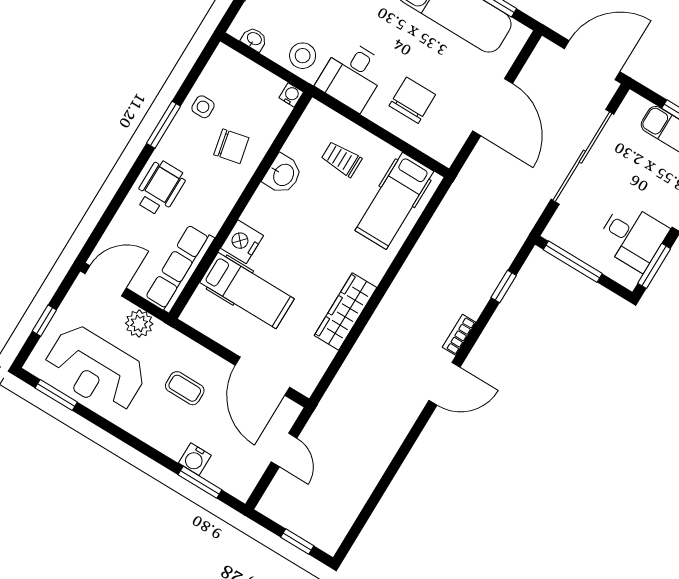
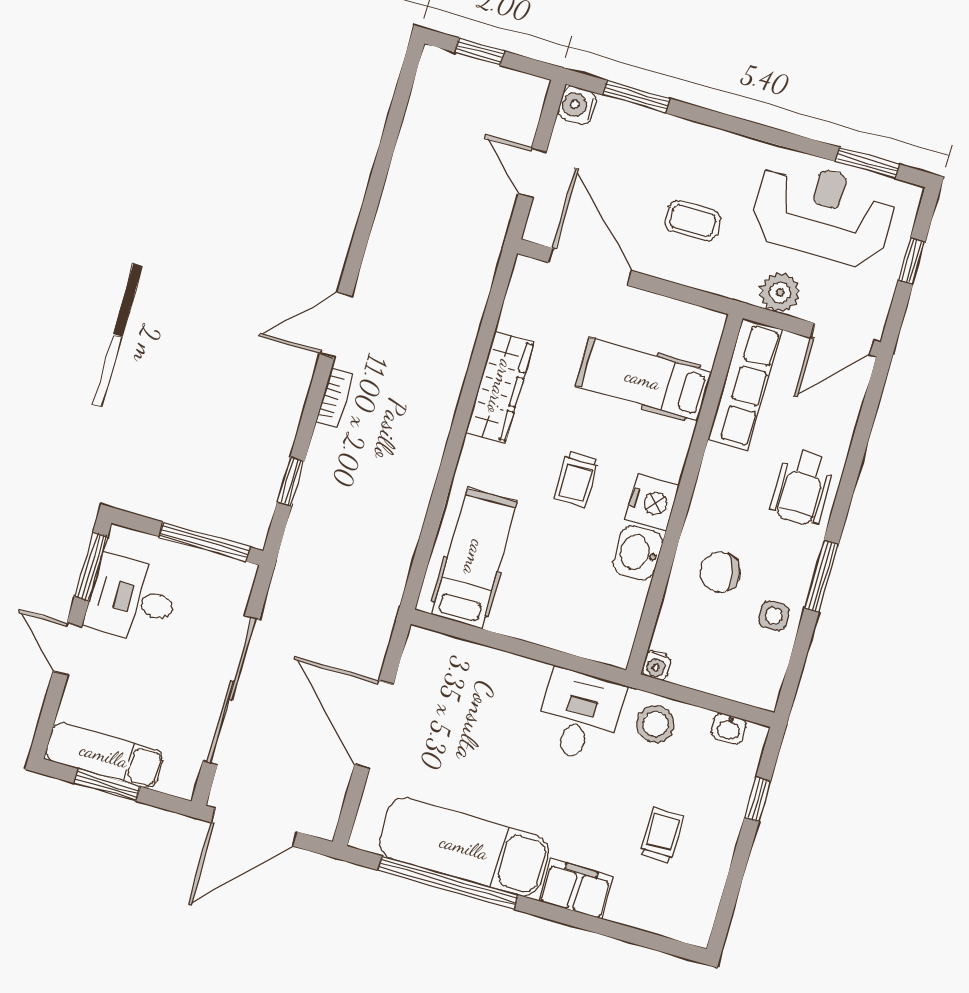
chair: (412, 100) -> (487, 704), removed
trolley: (341, 159) -> (576, 479), moved, turned 90
nightstand: (242, 242) -> (652, 503), moved
water cooler: (195, 459) -> (577, 105), moved, turned -90

